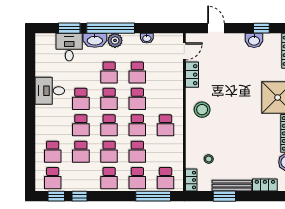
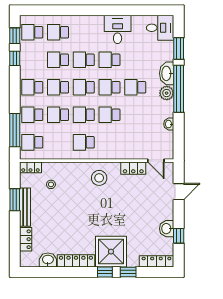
desk: (69, 47) -> (160, 28), moved
school desk: (137, 72) -> (135, 115), removed

